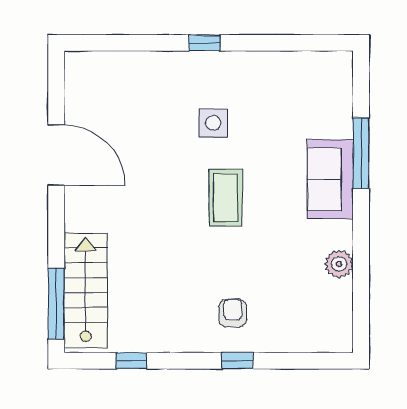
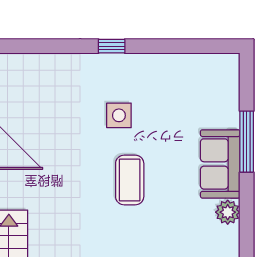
plant: (339, 264) -> (228, 212), moved

